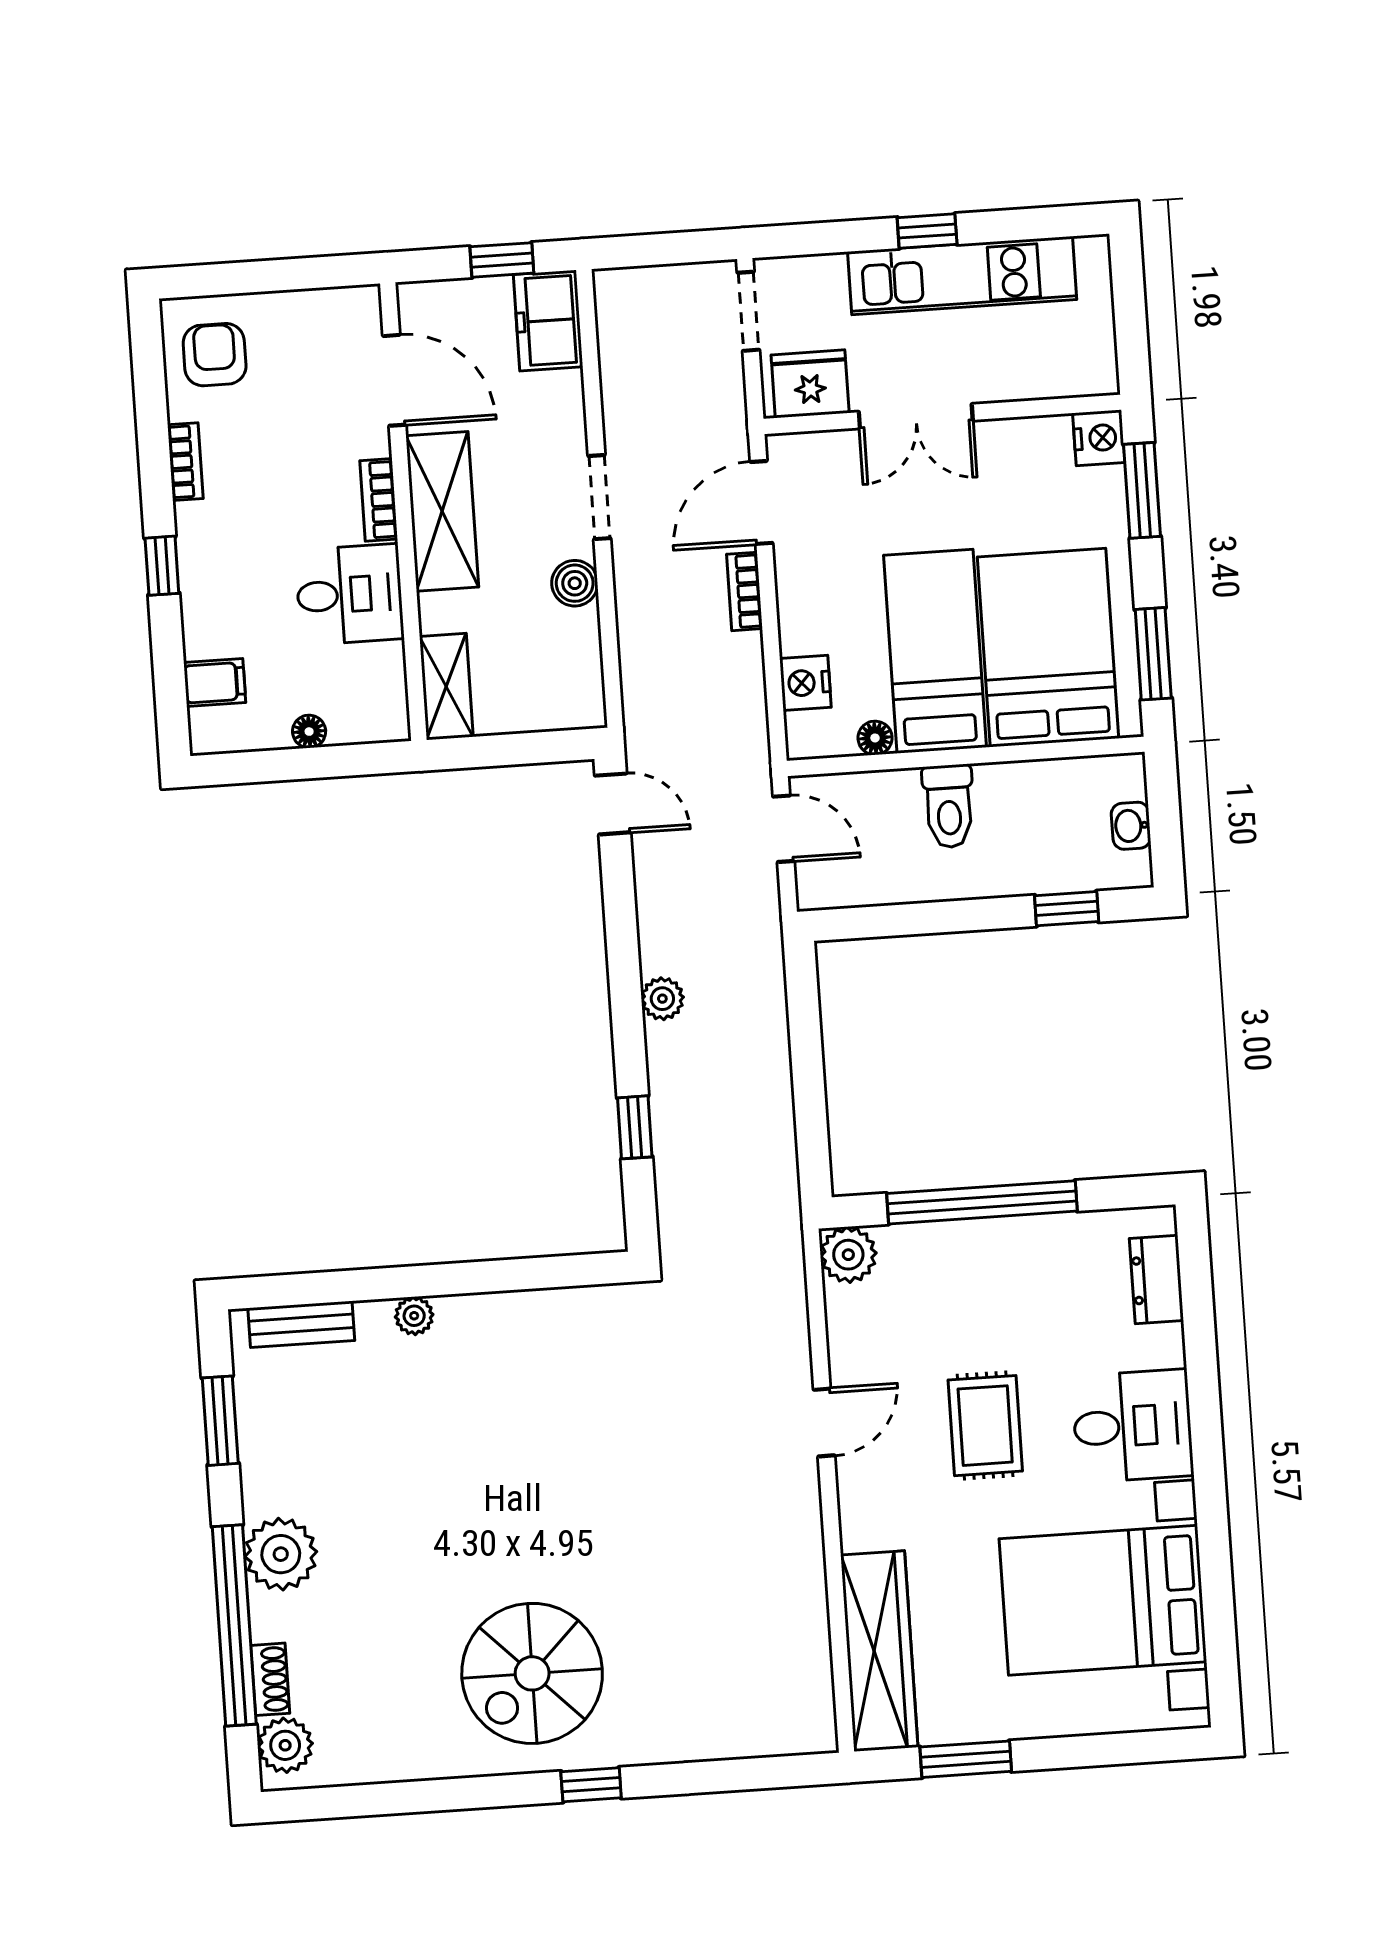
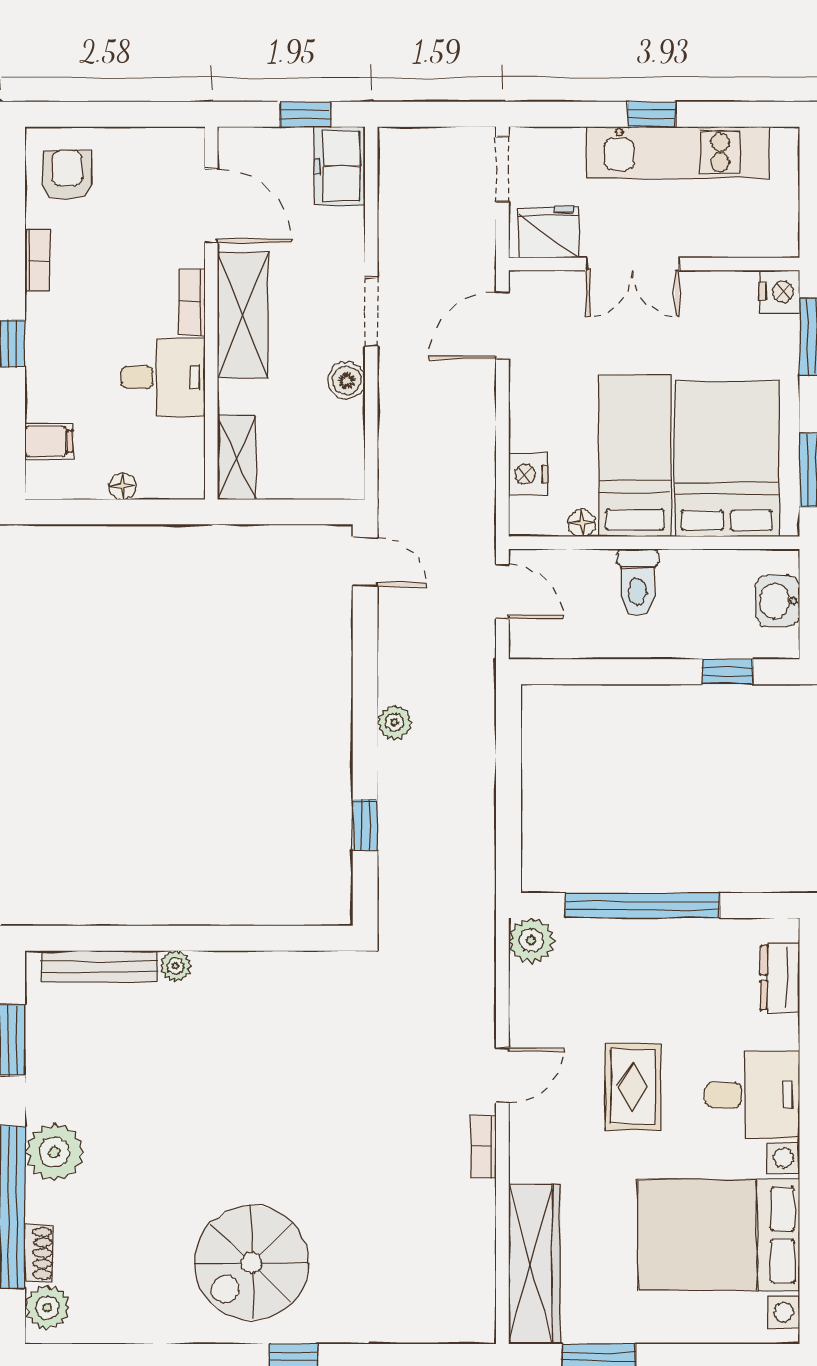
bookcase: (744, 591) -> (484, 1146), moved
washbasin: (1131, 826) -> (778, 601), width x1.38, depth x1.45
bench: (301, 1324) -> (99, 967), width x1.36

